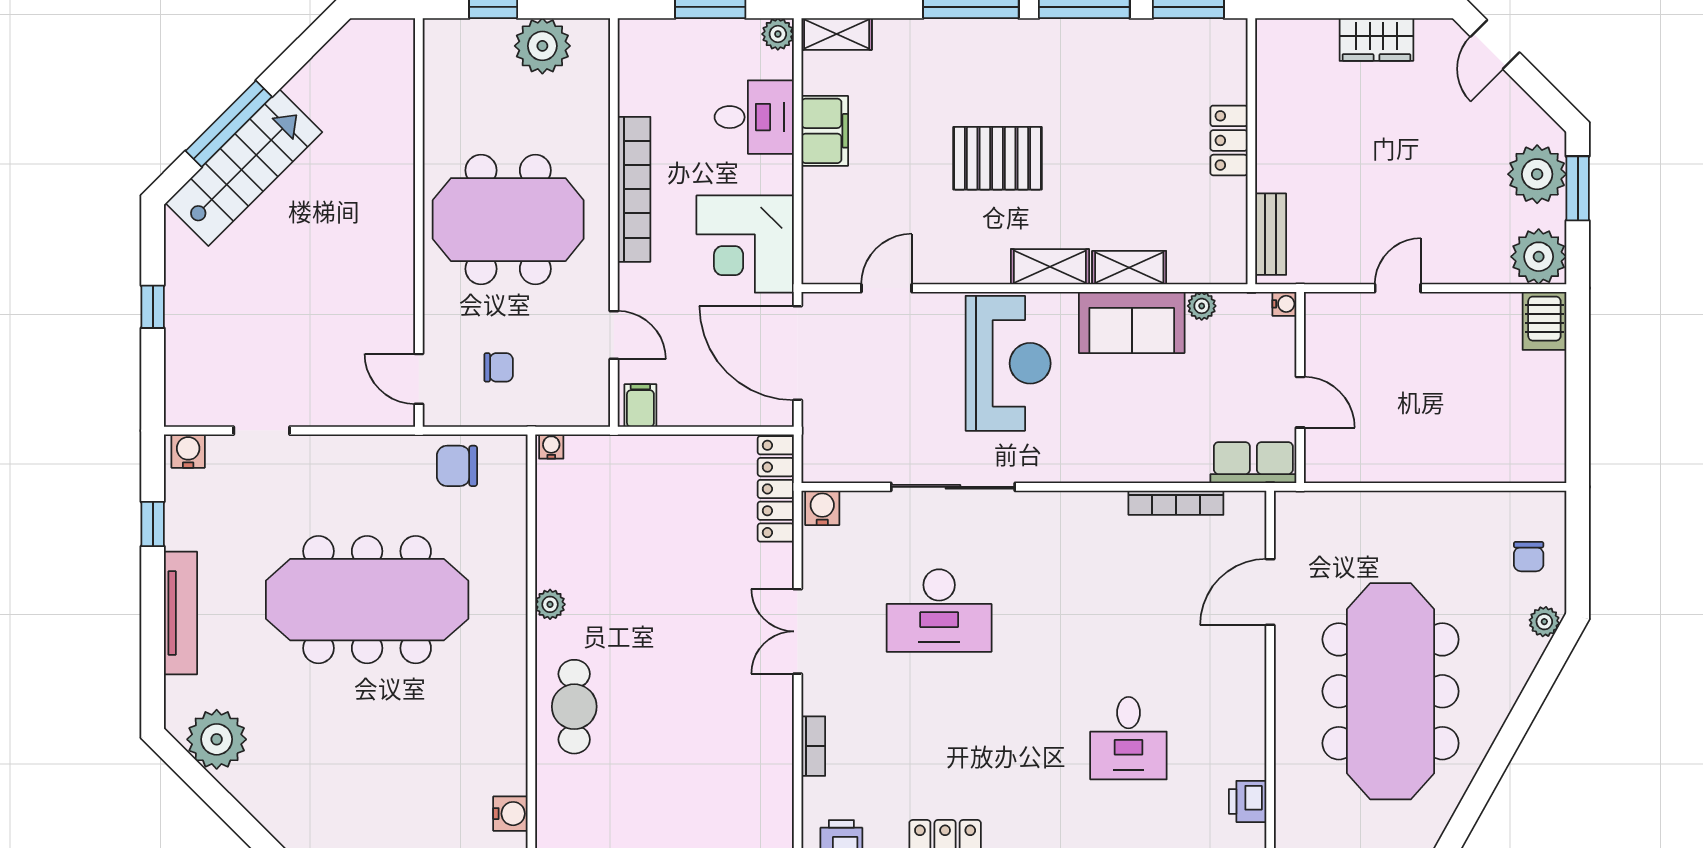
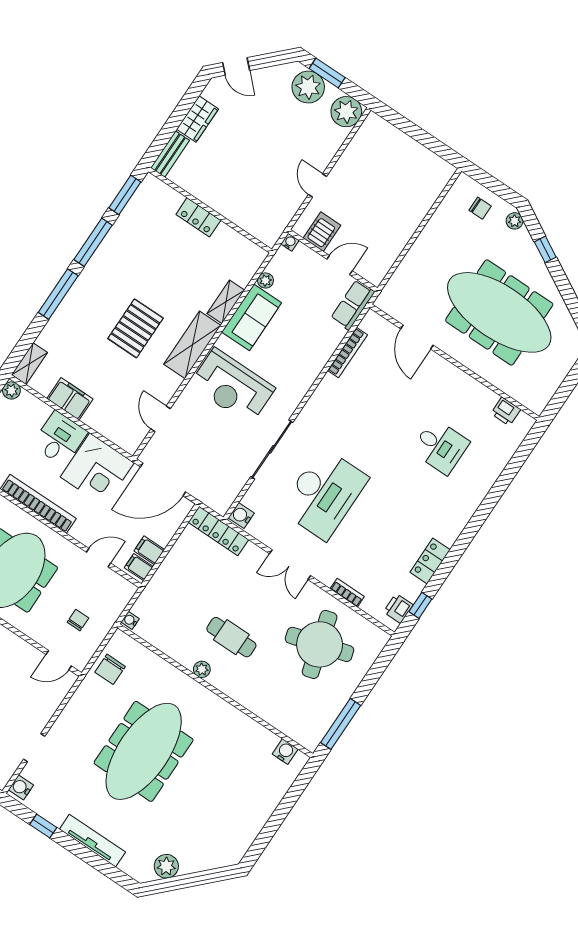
desk: (754, 117) -> (60, 439), moved
bench: (1271, 234) -> (170, 154), moved, turned 90
shelving: (1050, 267) -> (192, 345), width x1.50, depth x1.33
server rack: (1544, 321) -> (322, 232), moved, turned -90
reception desk: (1008, 363) -> (232, 386), turned 180
filing cabinet: (676, 404) -> (149, 550), added
desk: (939, 611) -> (324, 494), width x1.36, depth x1.30
window: (1532, 697) -> (545, 249), added
cafe table: (574, 707) -> (231, 637), moved
plant: (217, 739) -> (166, 866), width x0.73, depth x0.73
round table: (707, 757) -> (320, 644), added

